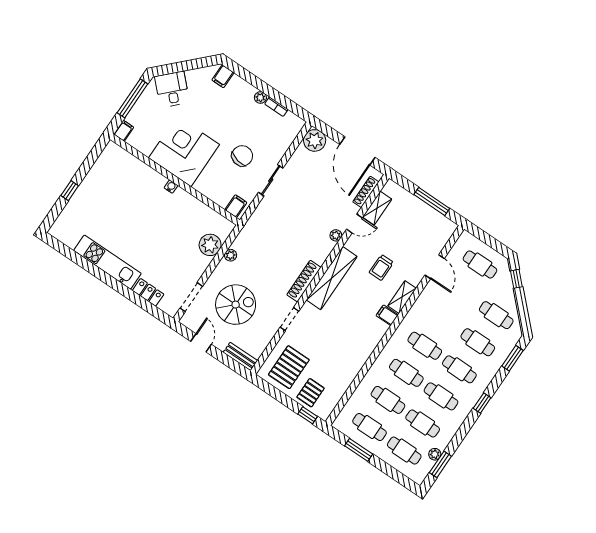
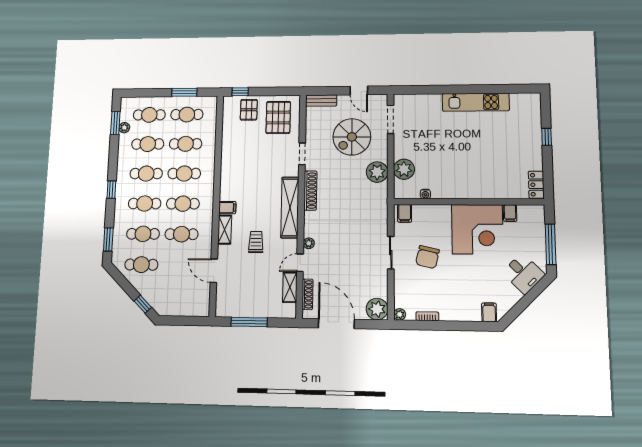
plant: (260, 98) -> (400, 314), moved
filing cabinet: (124, 131) -> (510, 213), moved
water cooler: (171, 187) -> (425, 194), moved
plant: (231, 255) -> (377, 172), width x1.88, depth x1.88
cafe table: (480, 265) -> (182, 234), moved
locker: (148, 292) -> (536, 185), moved, turned 90

